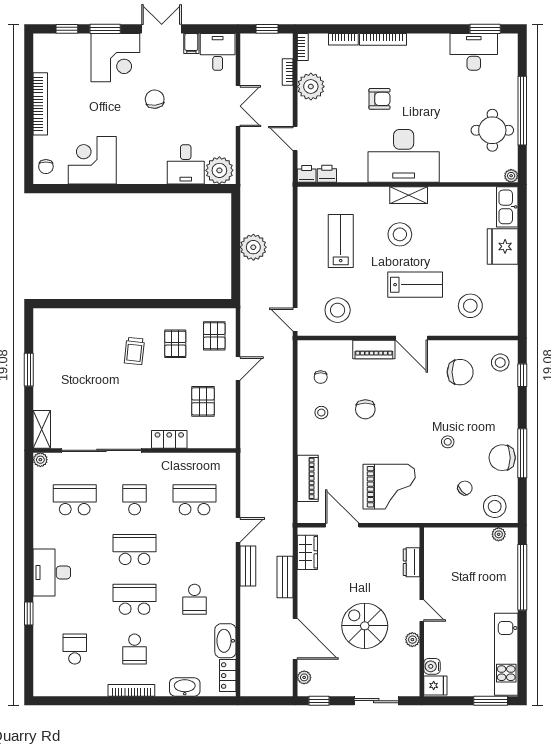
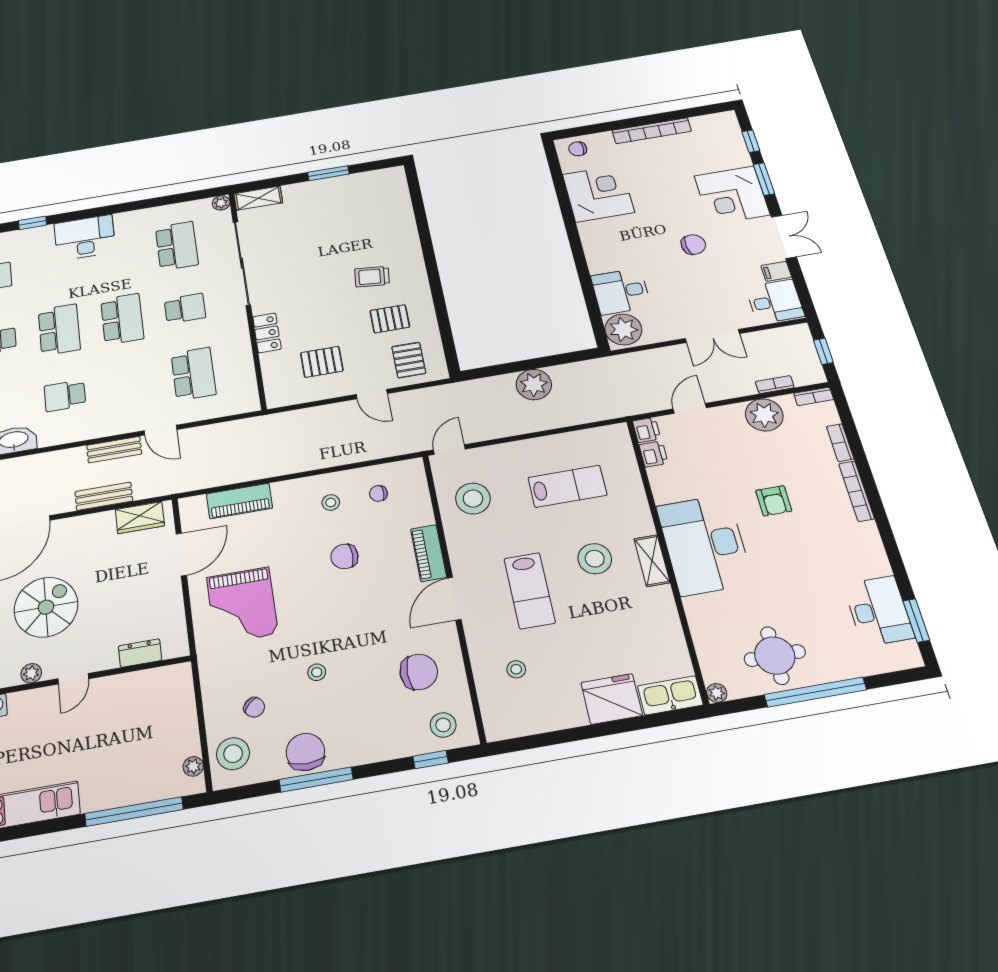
stool: (470, 306) -> (516, 669), width x0.53, depth x0.53
pallet: (214, 336) -> (409, 360), turned 90
chair: (460, 372) -> (419, 672), turned -90

